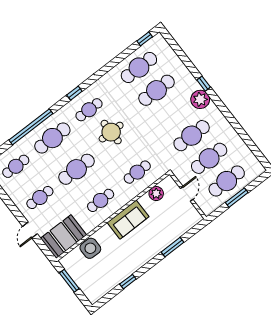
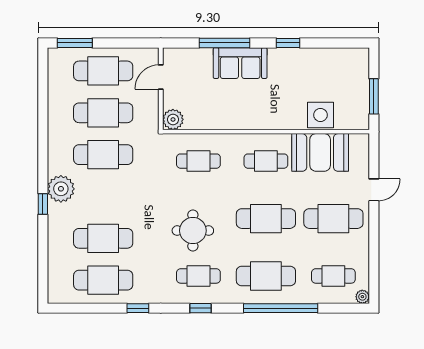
window: (145, 39) -> (138, 308), moved
plant: (156, 194) -> (173, 119), moved
door: (187, 194) -> (161, 77), moved
cafe table: (40, 198) -> (333, 219), width x1.37, depth x1.35
window: (237, 198) -> (75, 43), moved
sofa: (128, 220) -> (240, 63), moved, turned 180
booth: (63, 237) -> (320, 152), moved
window: (173, 247) -> (225, 43), width x1.44
window: (128, 282) -> (288, 43), moved

